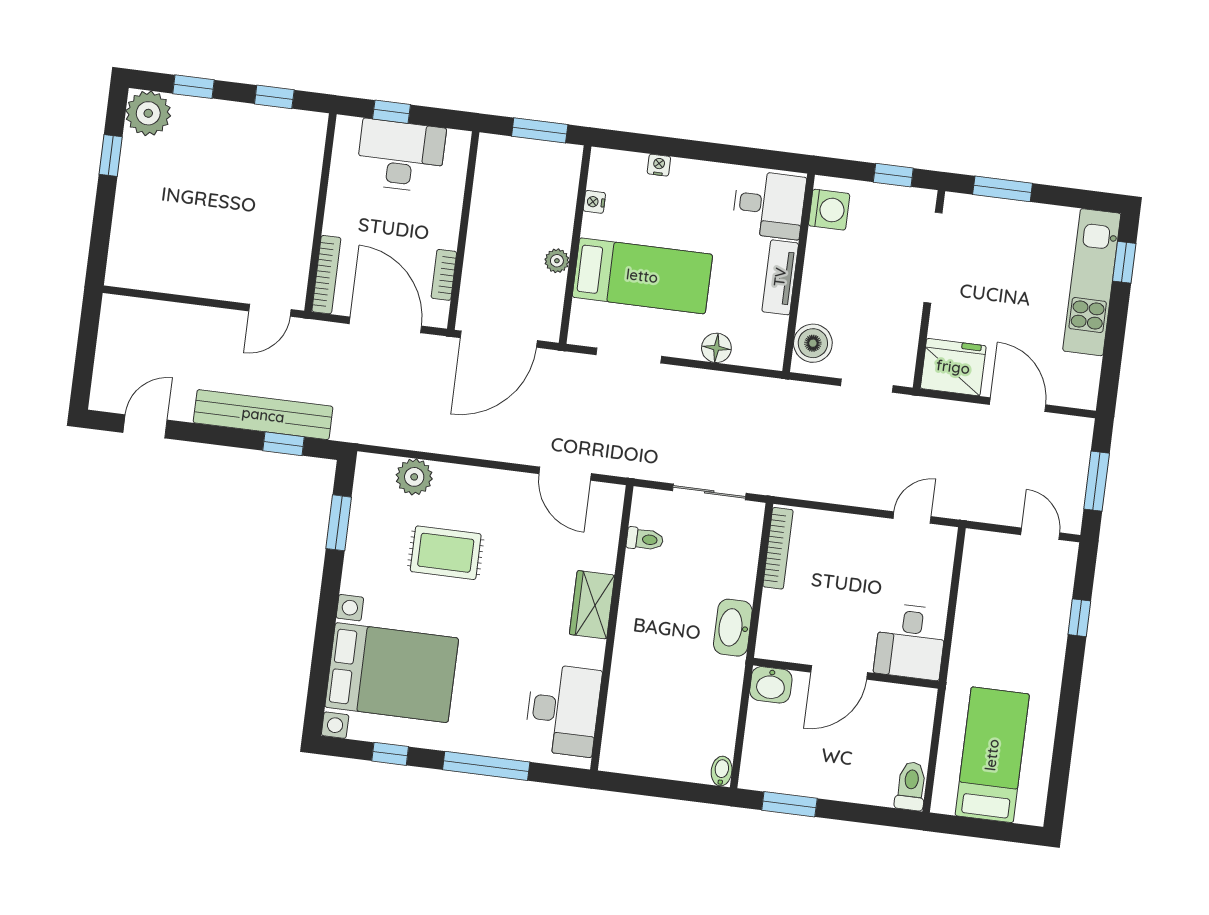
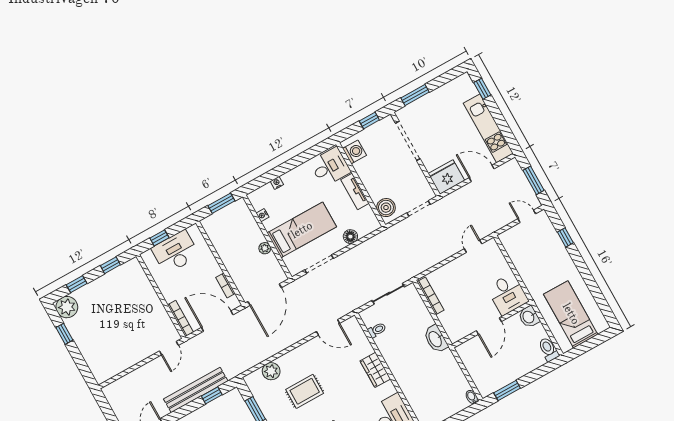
kitchen unit: (1092, 282) -> (488, 128), moved
washbasin: (771, 685) -> (529, 317), moved, turned 90

